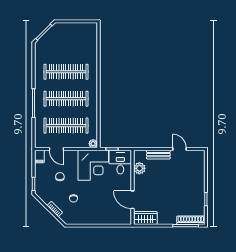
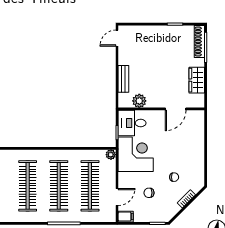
door: (179, 149) -> (117, 38), moved
wardrobe: (146, 218) -> (197, 80), moved

